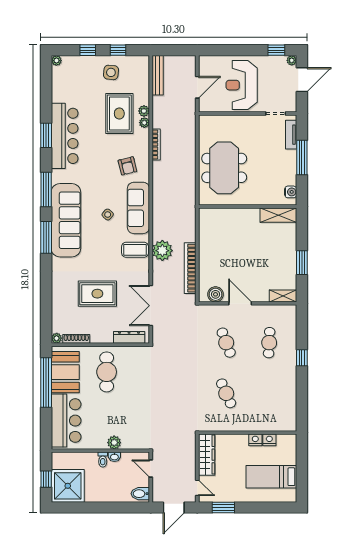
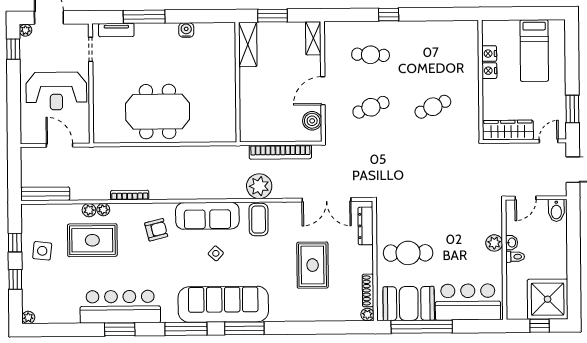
wall: (248, 206) -> (238, 82), moved
shelving: (278, 215) -> (248, 44), moved

